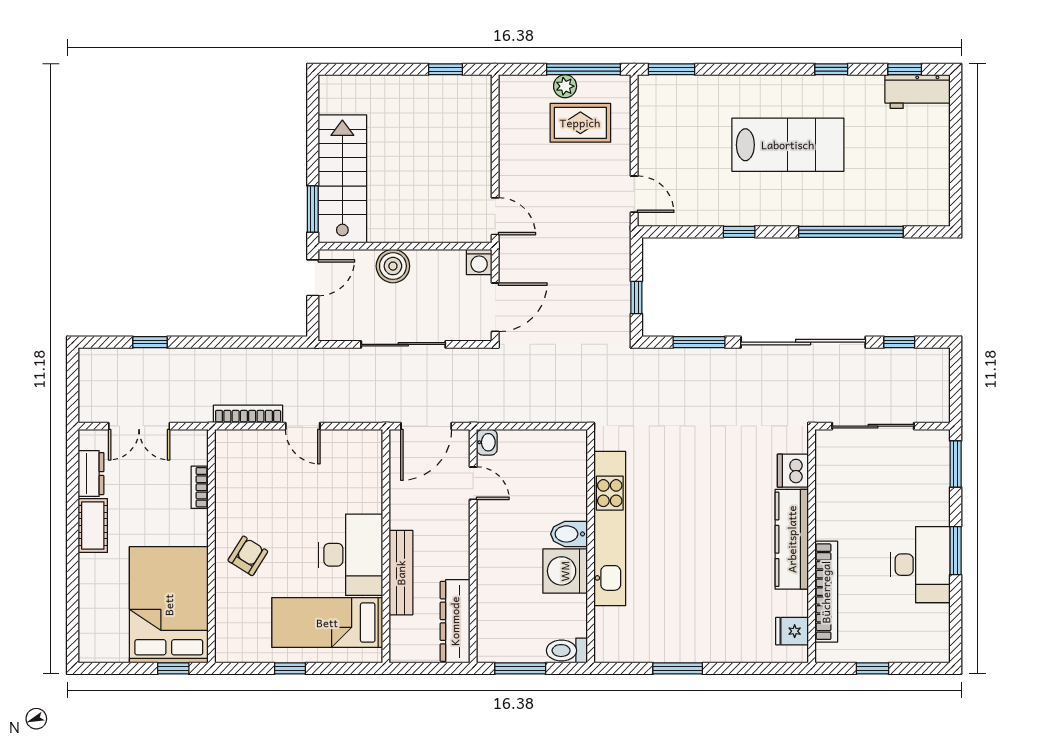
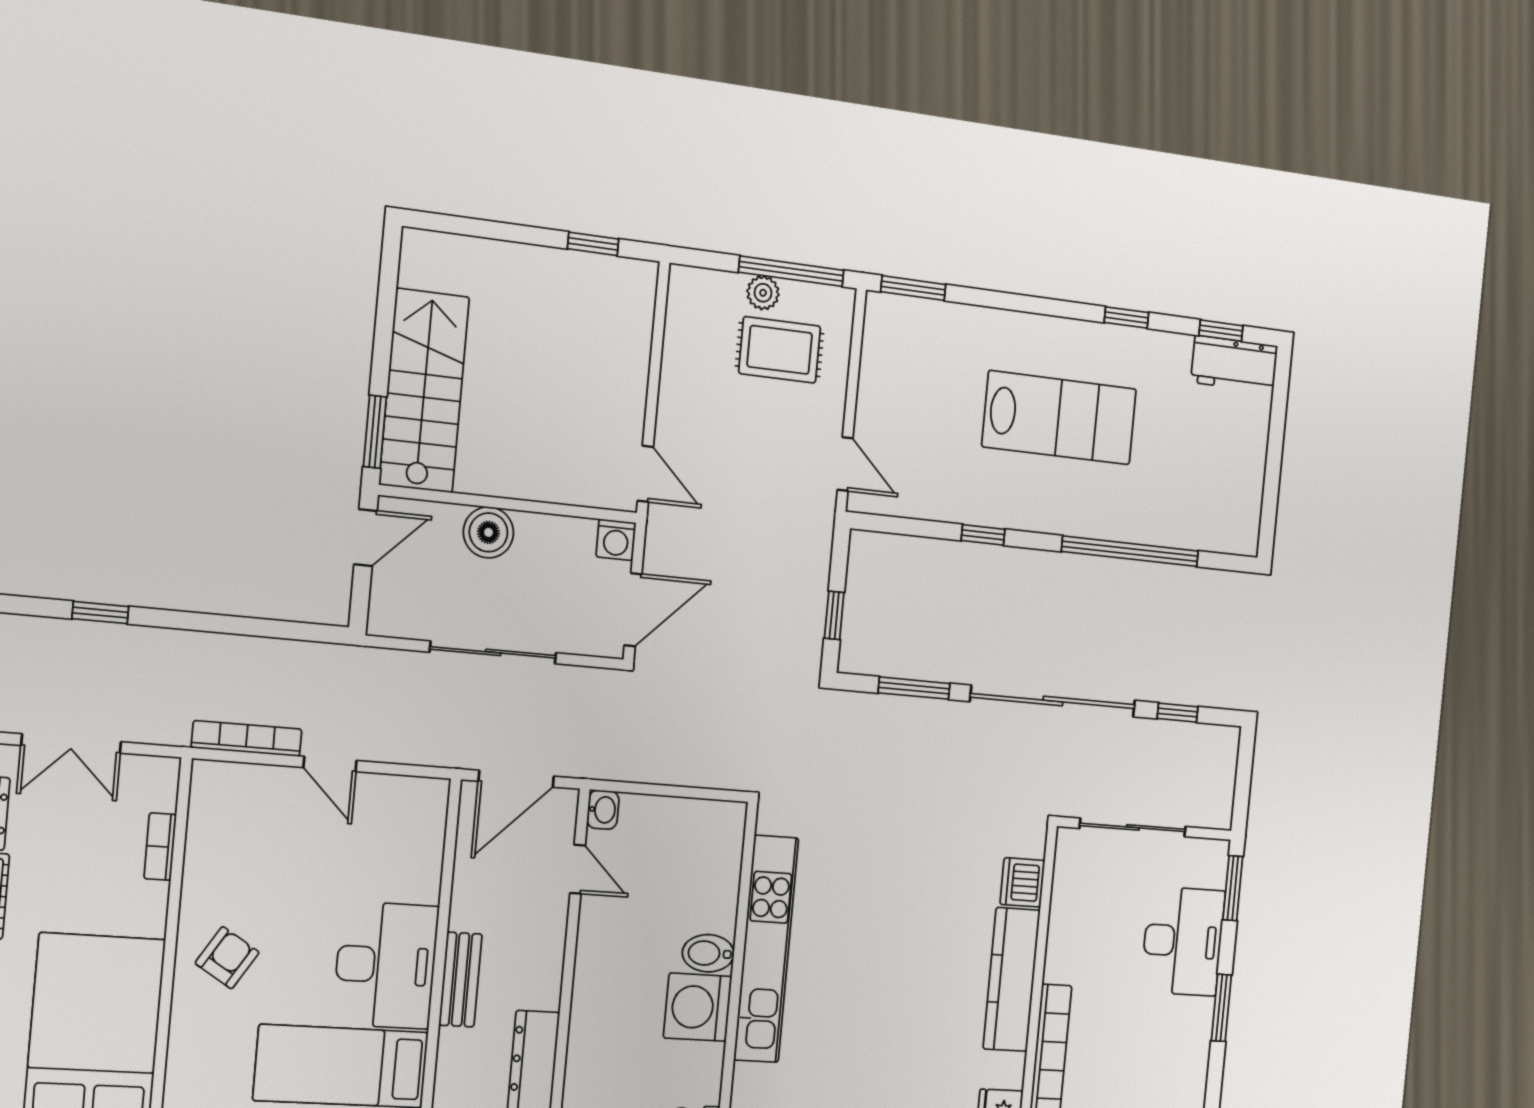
desk: (920, 565) -> (1183, 941), moved
bench: (401, 573) -> (461, 980), width x0.73

